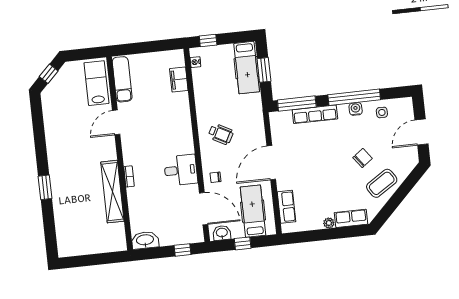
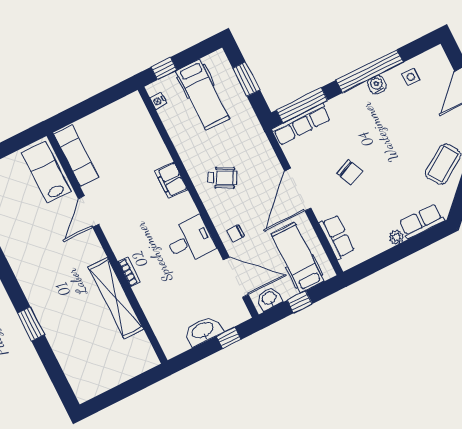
hospital bed: (247, 68) -> (203, 95), moved
filing cabinet: (179, 79) -> (171, 180), moved
row of seats: (315, 114) -> (301, 124), moved
chair: (363, 158) -> (350, 172), moved, turned 103
washbasin: (145, 240) -> (203, 331), moved

